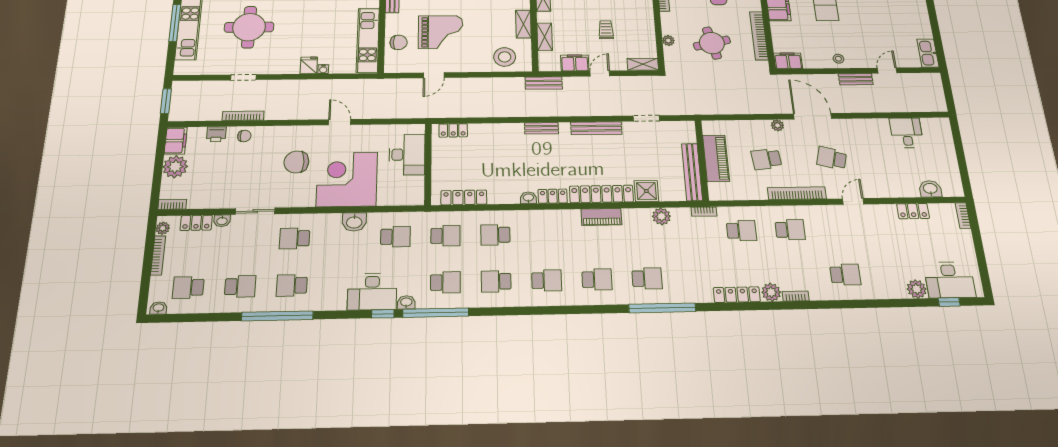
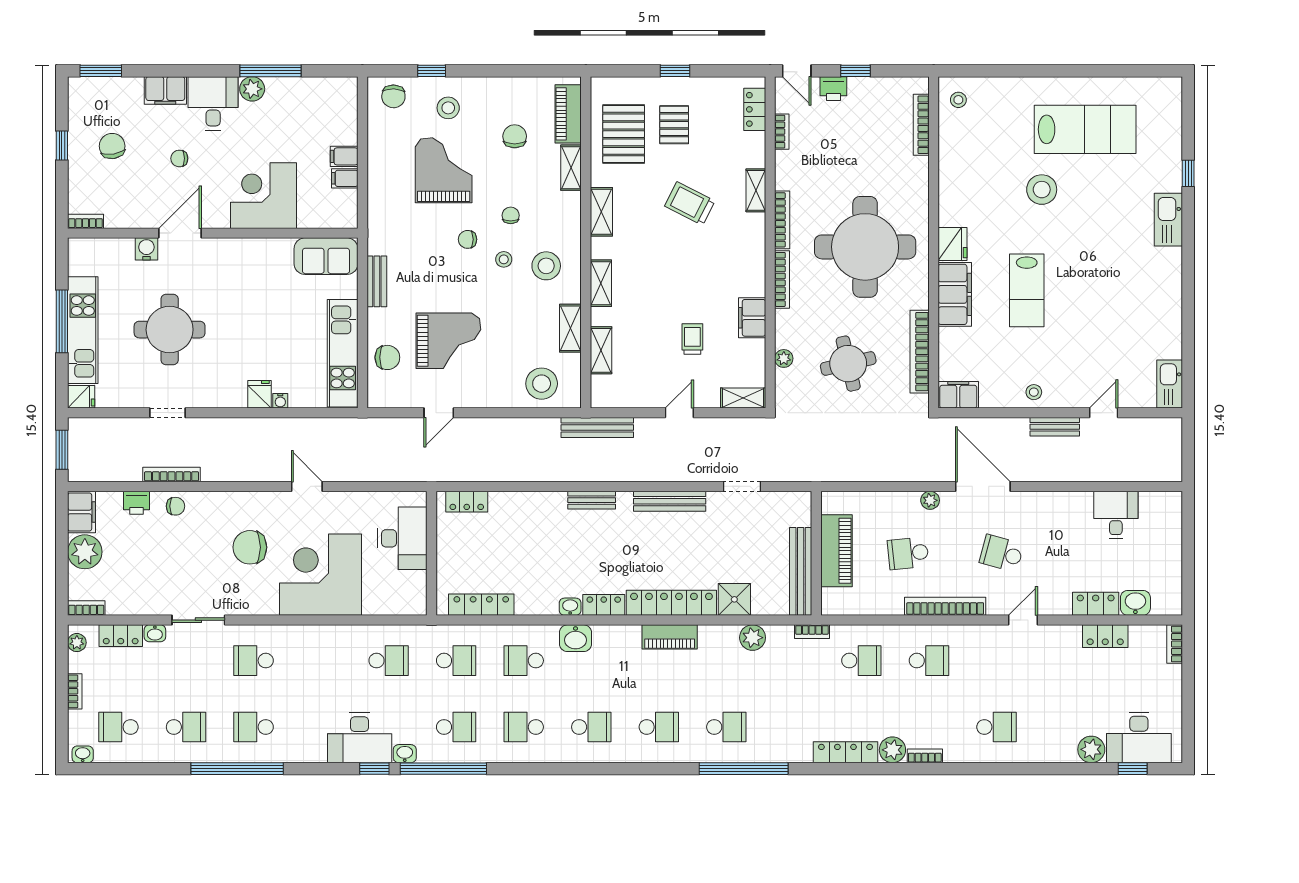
filing cabinet: (575, 63) -> (752, 318), moved, turned -90
fridge: (183, 68) -> (81, 397), added
bench: (544, 83) -> (597, 427), width x1.36
locker: (903, 190) -> (1096, 604), added
washbasin: (354, 222) -> (576, 638), moved
bookcase: (158, 255) -> (75, 691), width x0.64

